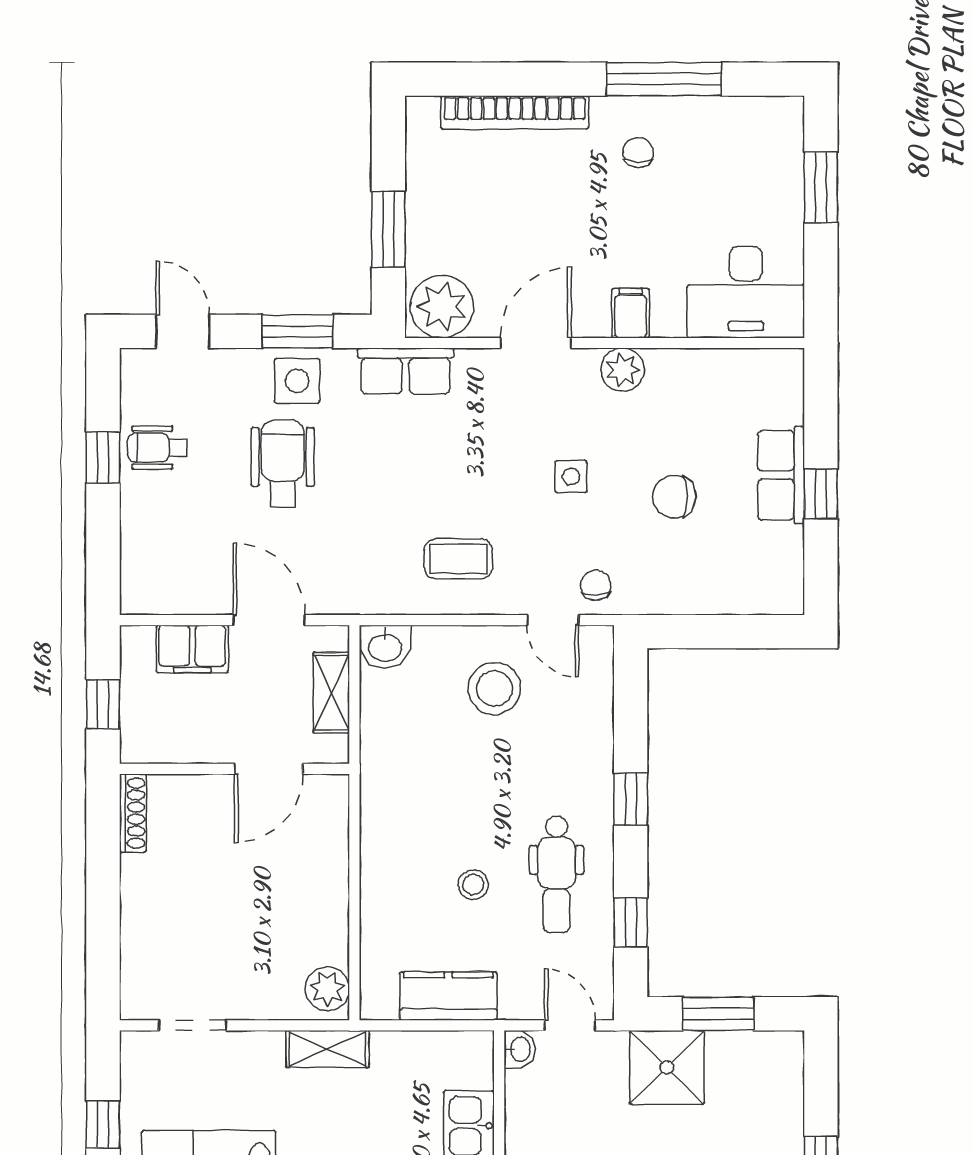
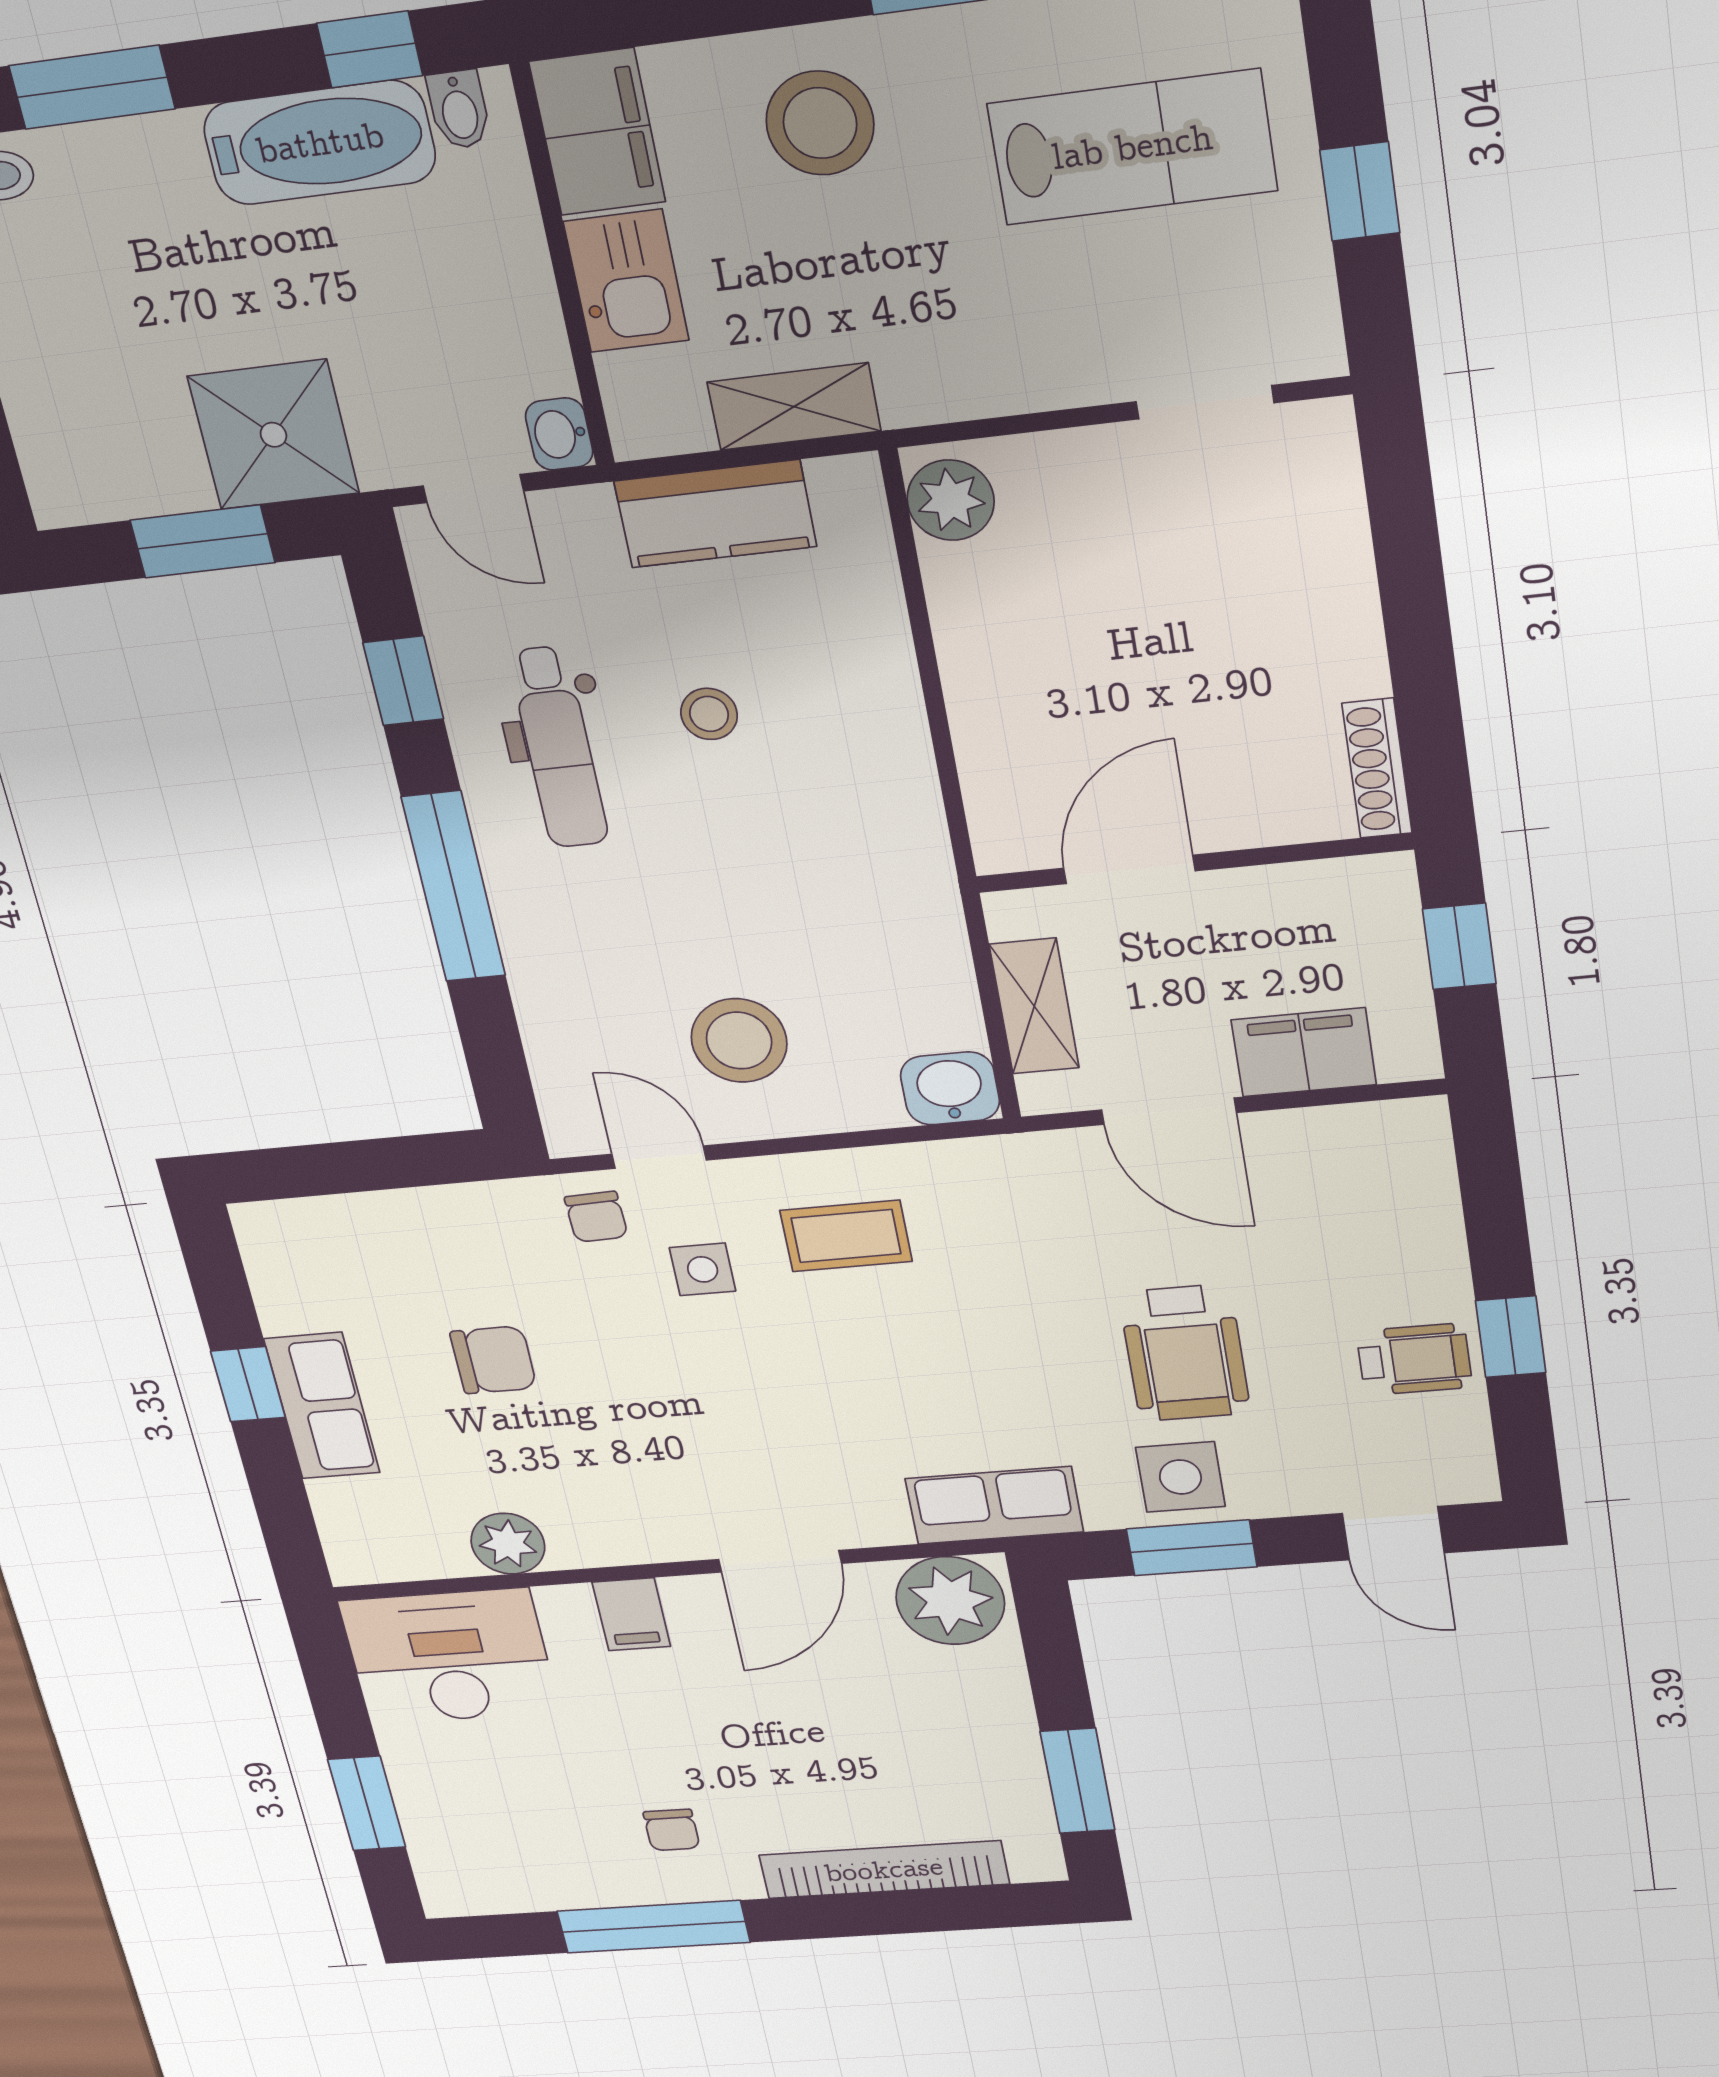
window: (388, 229) -> (1078, 1781), moved
plant: (622, 370) -> (508, 1544), moved
side table: (571, 476) -> (703, 1269), moved
window: (631, 799) -> (454, 887), width x2.17
dental chair: (557, 875) -> (559, 747), turned 180
shelving: (327, 1049) -> (794, 407), moved

